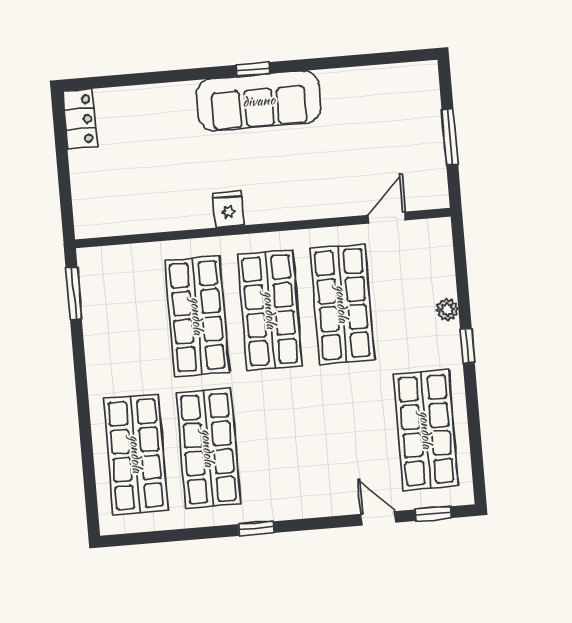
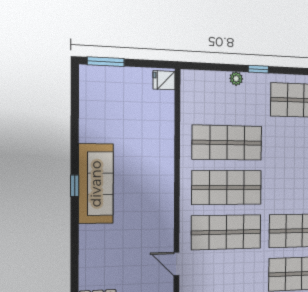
window: (450, 137) -> (106, 62), moved
fridge: (228, 209) -> (164, 80), moved
door: (387, 218) -> (176, 264), moved

